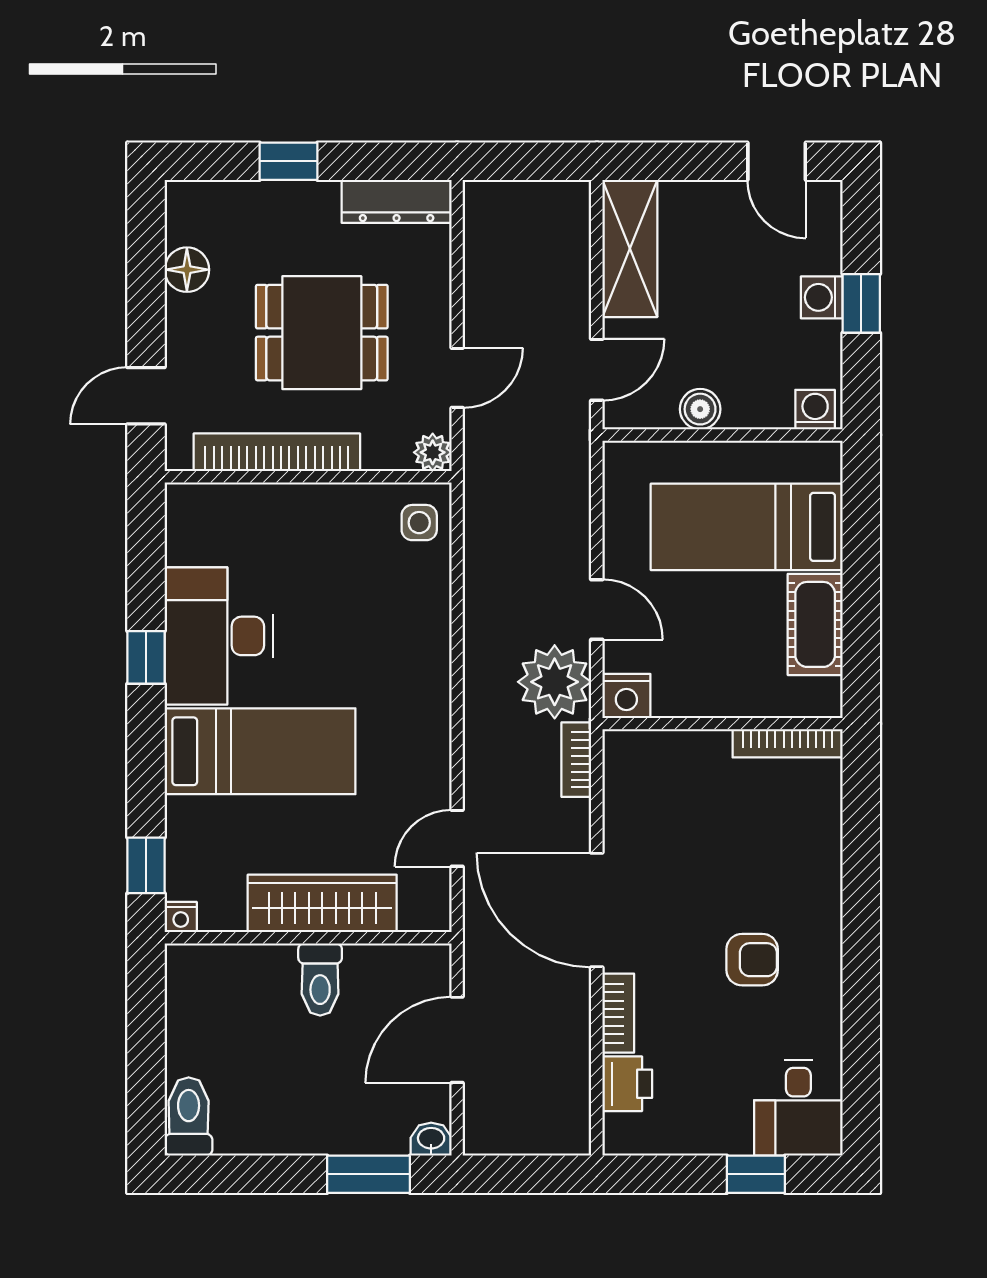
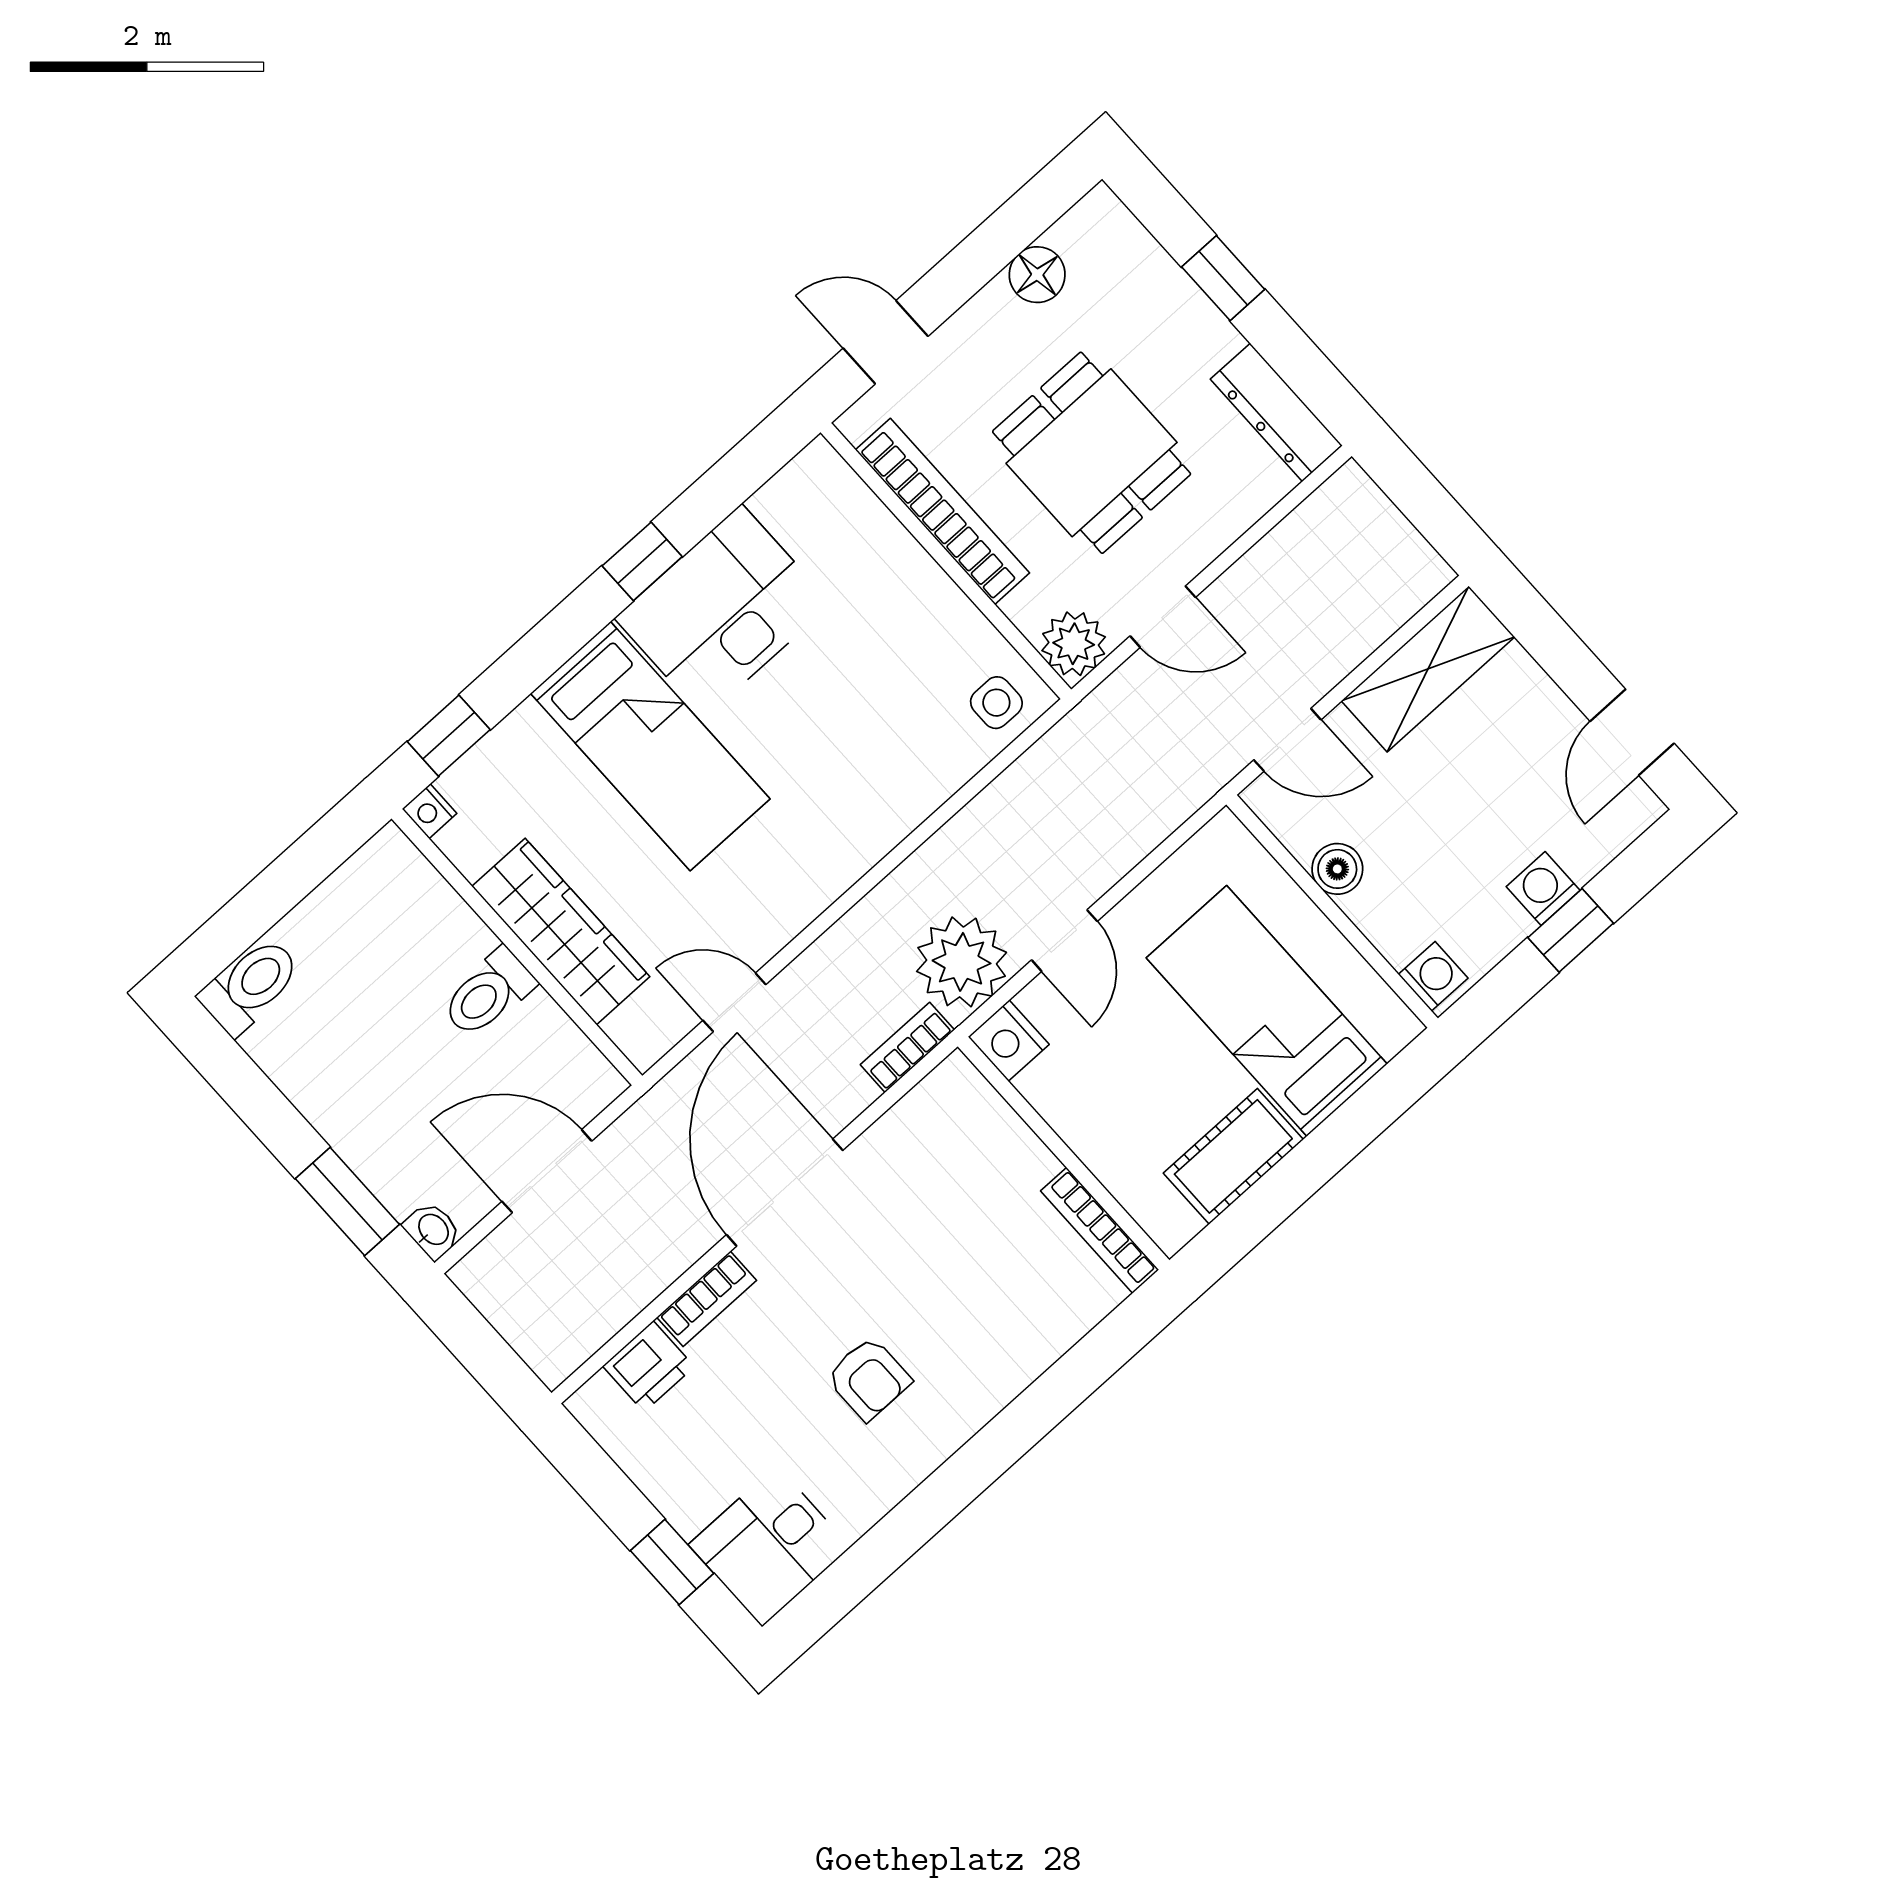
plant: (433, 452) -> (1074, 644), width x1.38, depth x1.38

